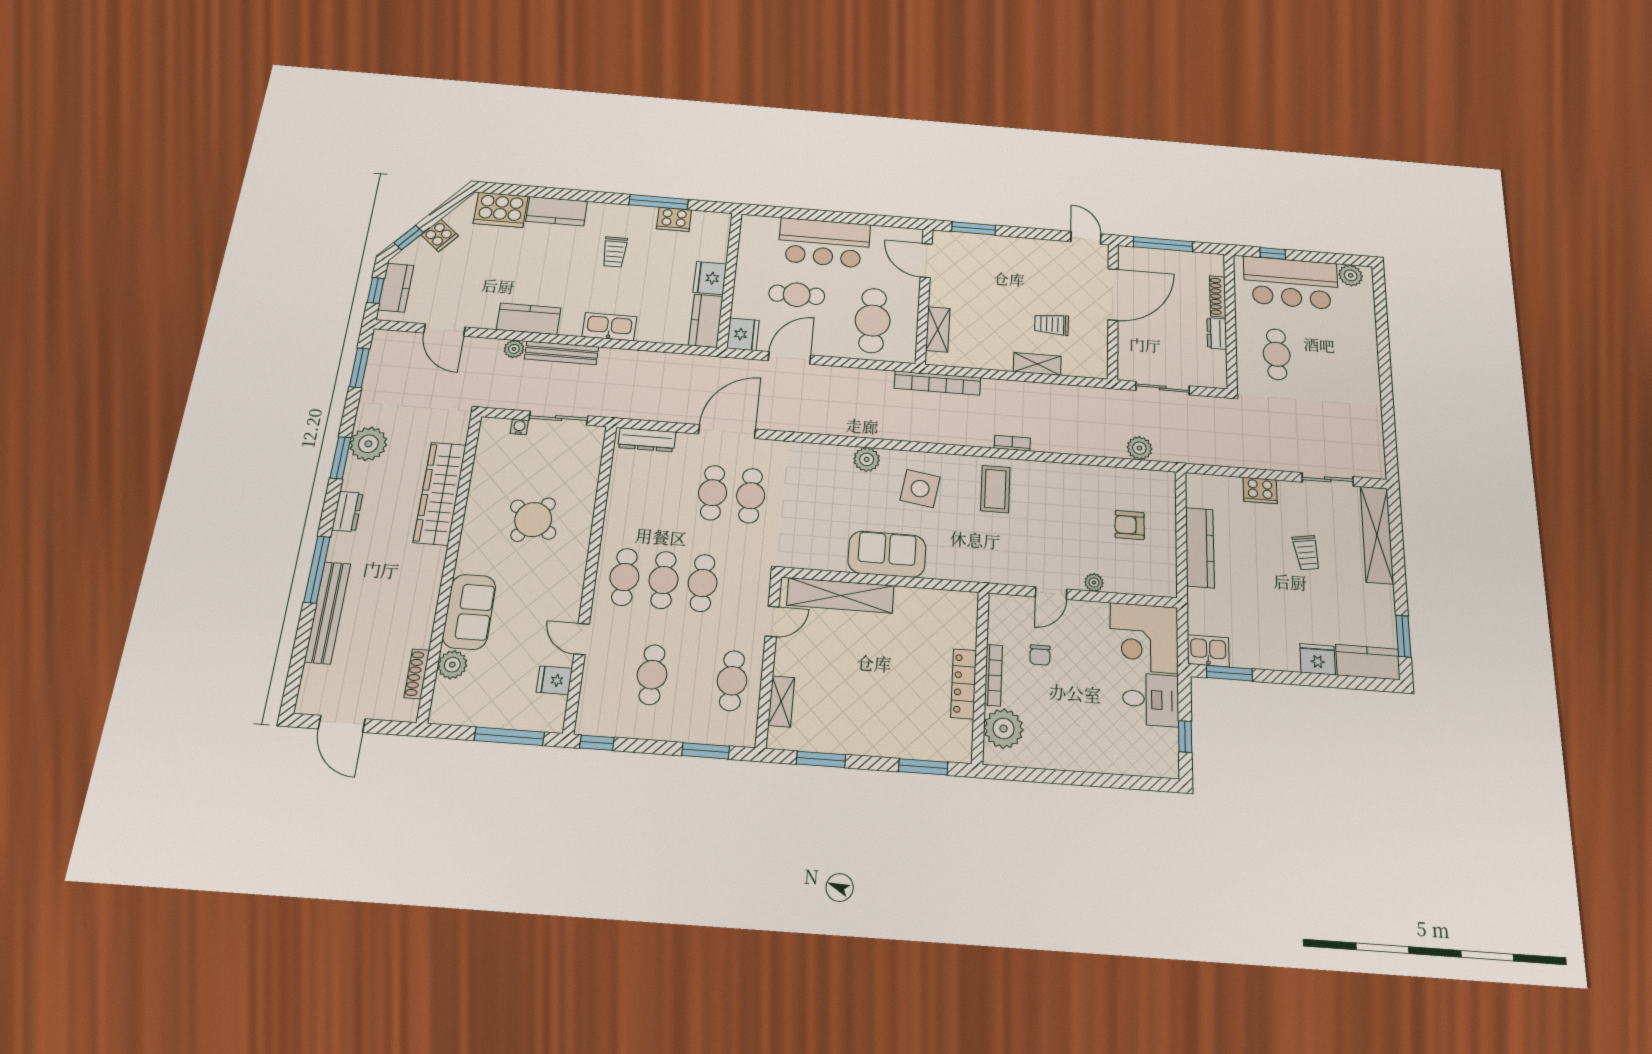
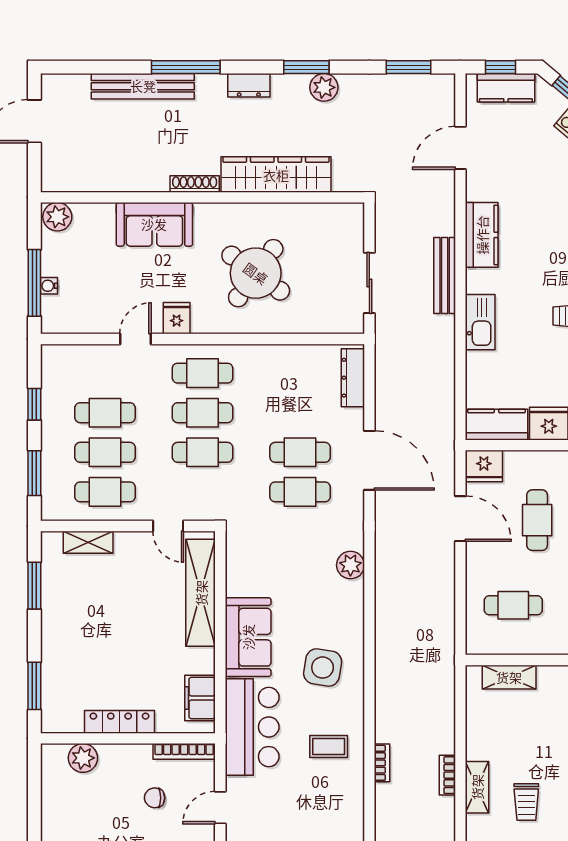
cafe table: (873, 320) -> (513, 605), width x0.73, depth x0.74
trolley: (1052, 324) -> (526, 802), turned 180
plant: (514, 349) -> (445, 225), removed
bookcase: (937, 383) -> (447, 775), moved, width x0.43, depth x0.76
water cooler: (519, 427) -> (49, 286), moved, turned 180
plant: (368, 444) -> (324, 87), width x0.73, depth x0.73
plant: (867, 459) -> (350, 565), moved
coffee table: (995, 489) -> (329, 746), width x0.73, depth x0.77
round table: (533, 520) -> (256, 273), width x1.36, depth x1.36
bar counter: (974, 557) -> (252, 727), added
door: (1051, 593) -> (220, 808), hinge flipped
filing cabinet: (944, 604) -> (200, 698), added
plant: (452, 665) -> (57, 217), moved
shoe rack: (417, 674) -> (195, 184), moved
bookcase: (993, 675) -> (184, 751), moved
cafe table: (692, 678) -> (105, 452), added
fridge: (554, 680) -> (177, 318), moved
plant: (1004, 729) -> (83, 758), width x0.73, depth x0.73
window: (597, 743) -> (34, 404), moved

